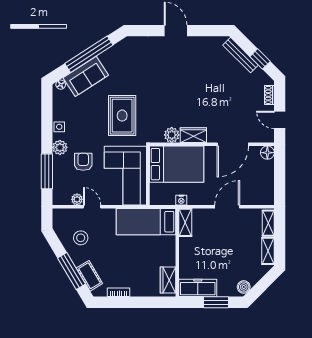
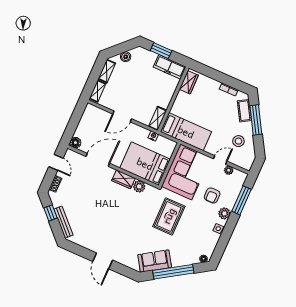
sofa: (86, 76) -> (155, 261), moved
door: (92, 207) -> (220, 160), swing flipped
boiler: (244, 287) -> (126, 57), moved

